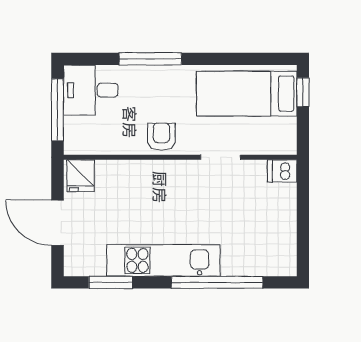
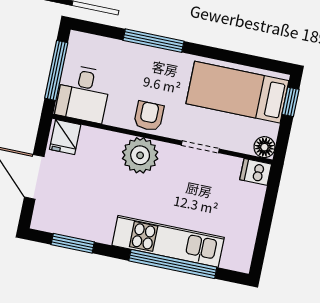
desk: (91, 90) -> (83, 94), moved, turned -90
floor lamp: (286, 144) -> (264, 147), added
plant: (161, 178) -> (140, 155), added
kitchen unit: (163, 260) -> (168, 241), moved

